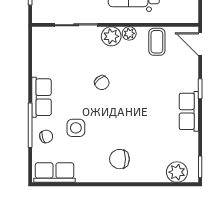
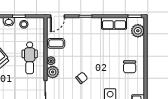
row of seats: (189, 111) -> (114, 23), moved

